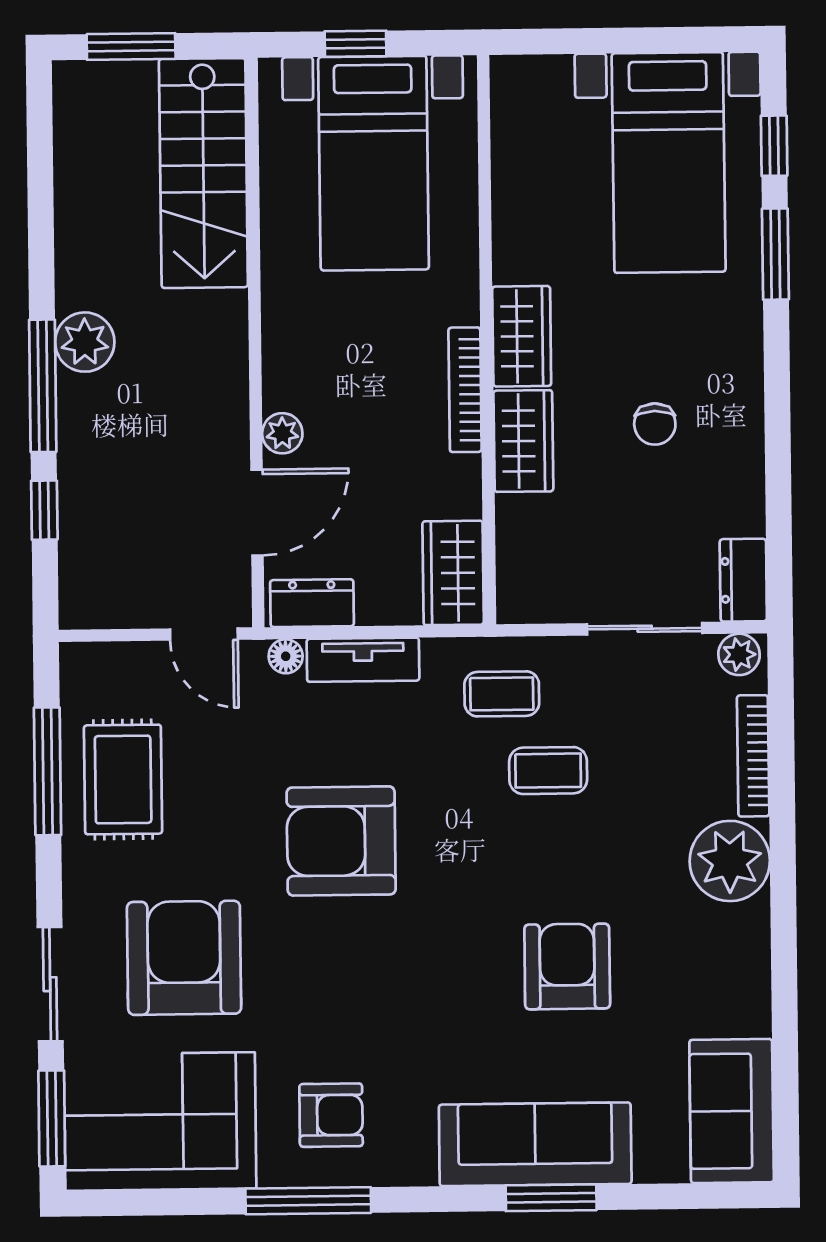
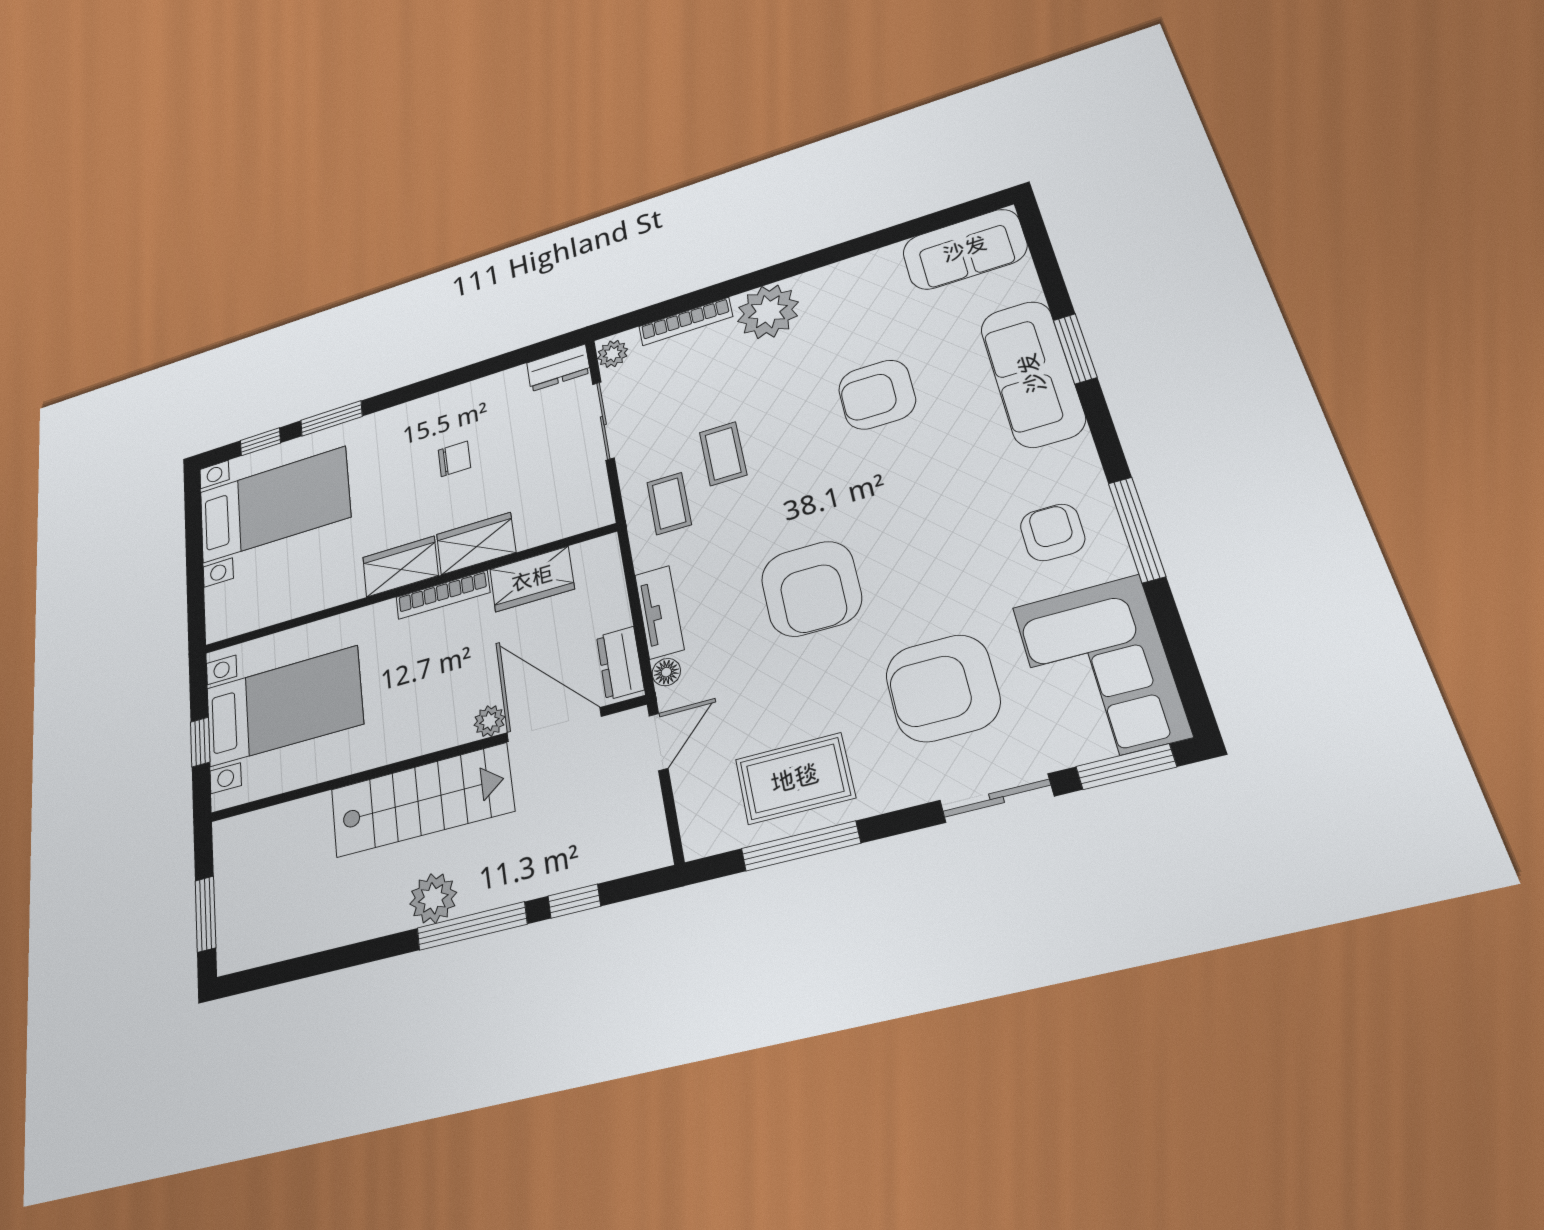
stairs: (203, 173) -> (421, 800), moved
door: (257, 513) -> (554, 725), width x1.36
wardrobe: (453, 573) -> (532, 579), moved

